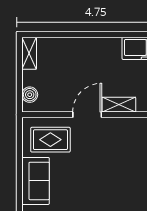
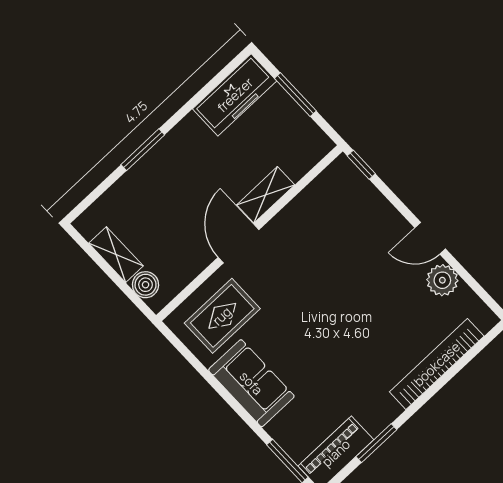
window: (84, 35) -> (143, 150), added
shelving: (29, 53) -> (116, 255), moved

